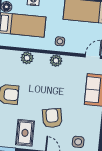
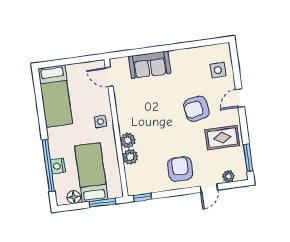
plant: (56, 61) -> (128, 140), moved

